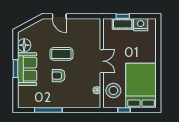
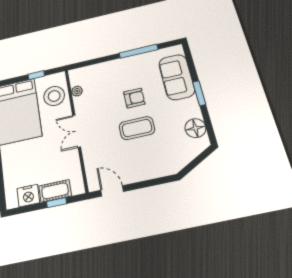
door: (59, 16) -> (112, 191), moved
sofa: (27, 69) -> (177, 77), moved

